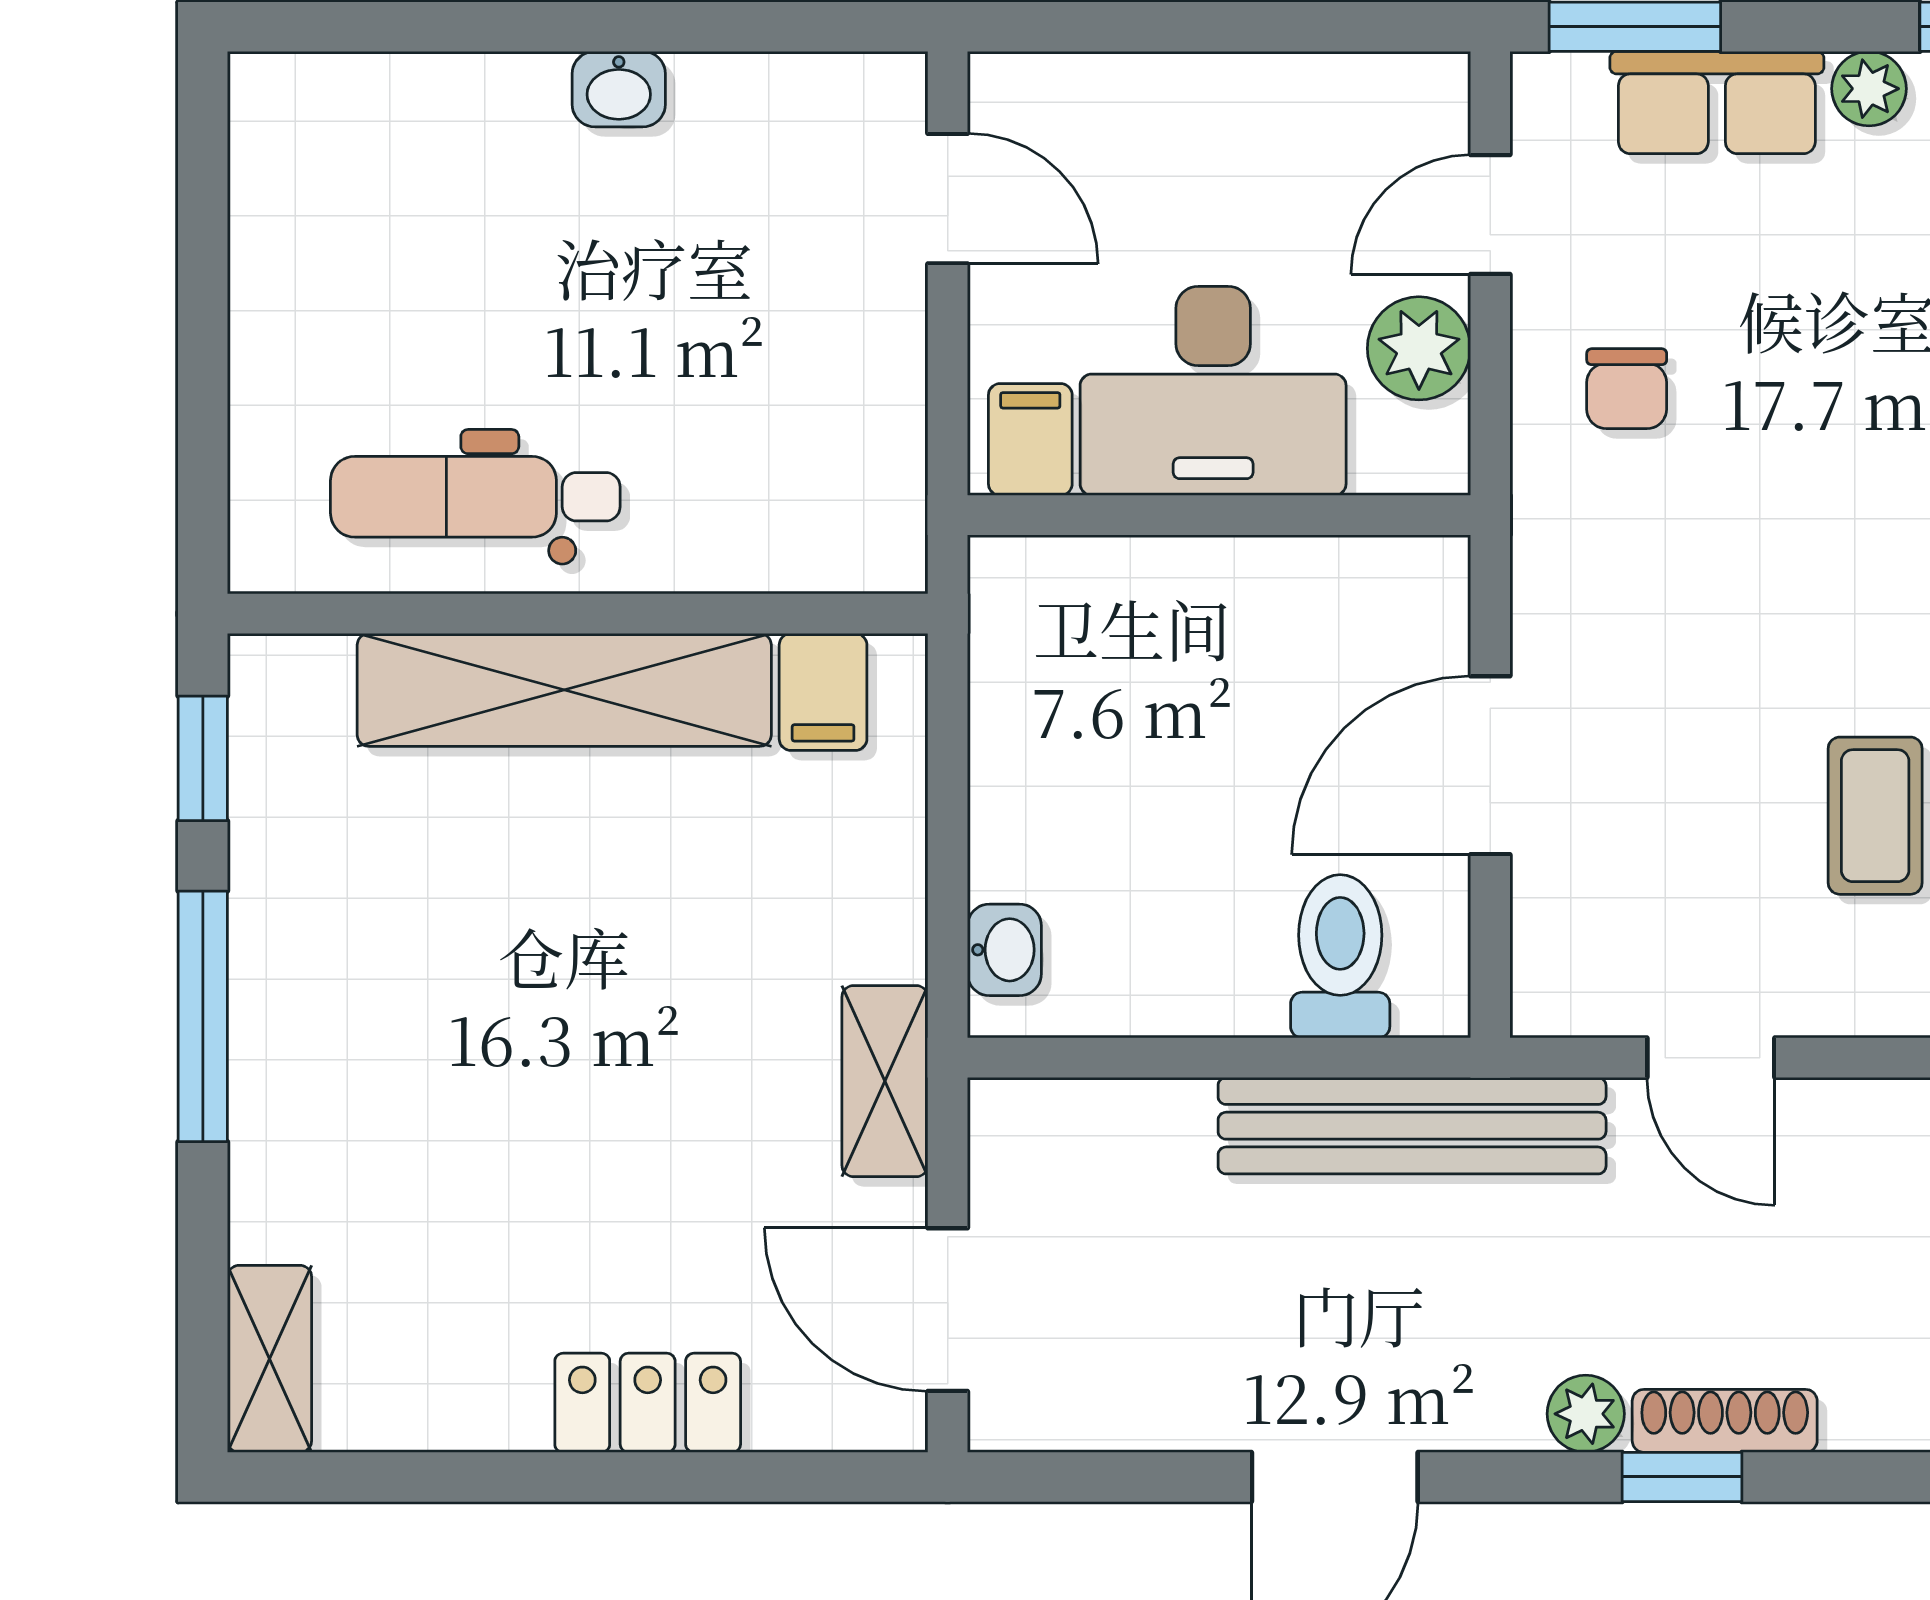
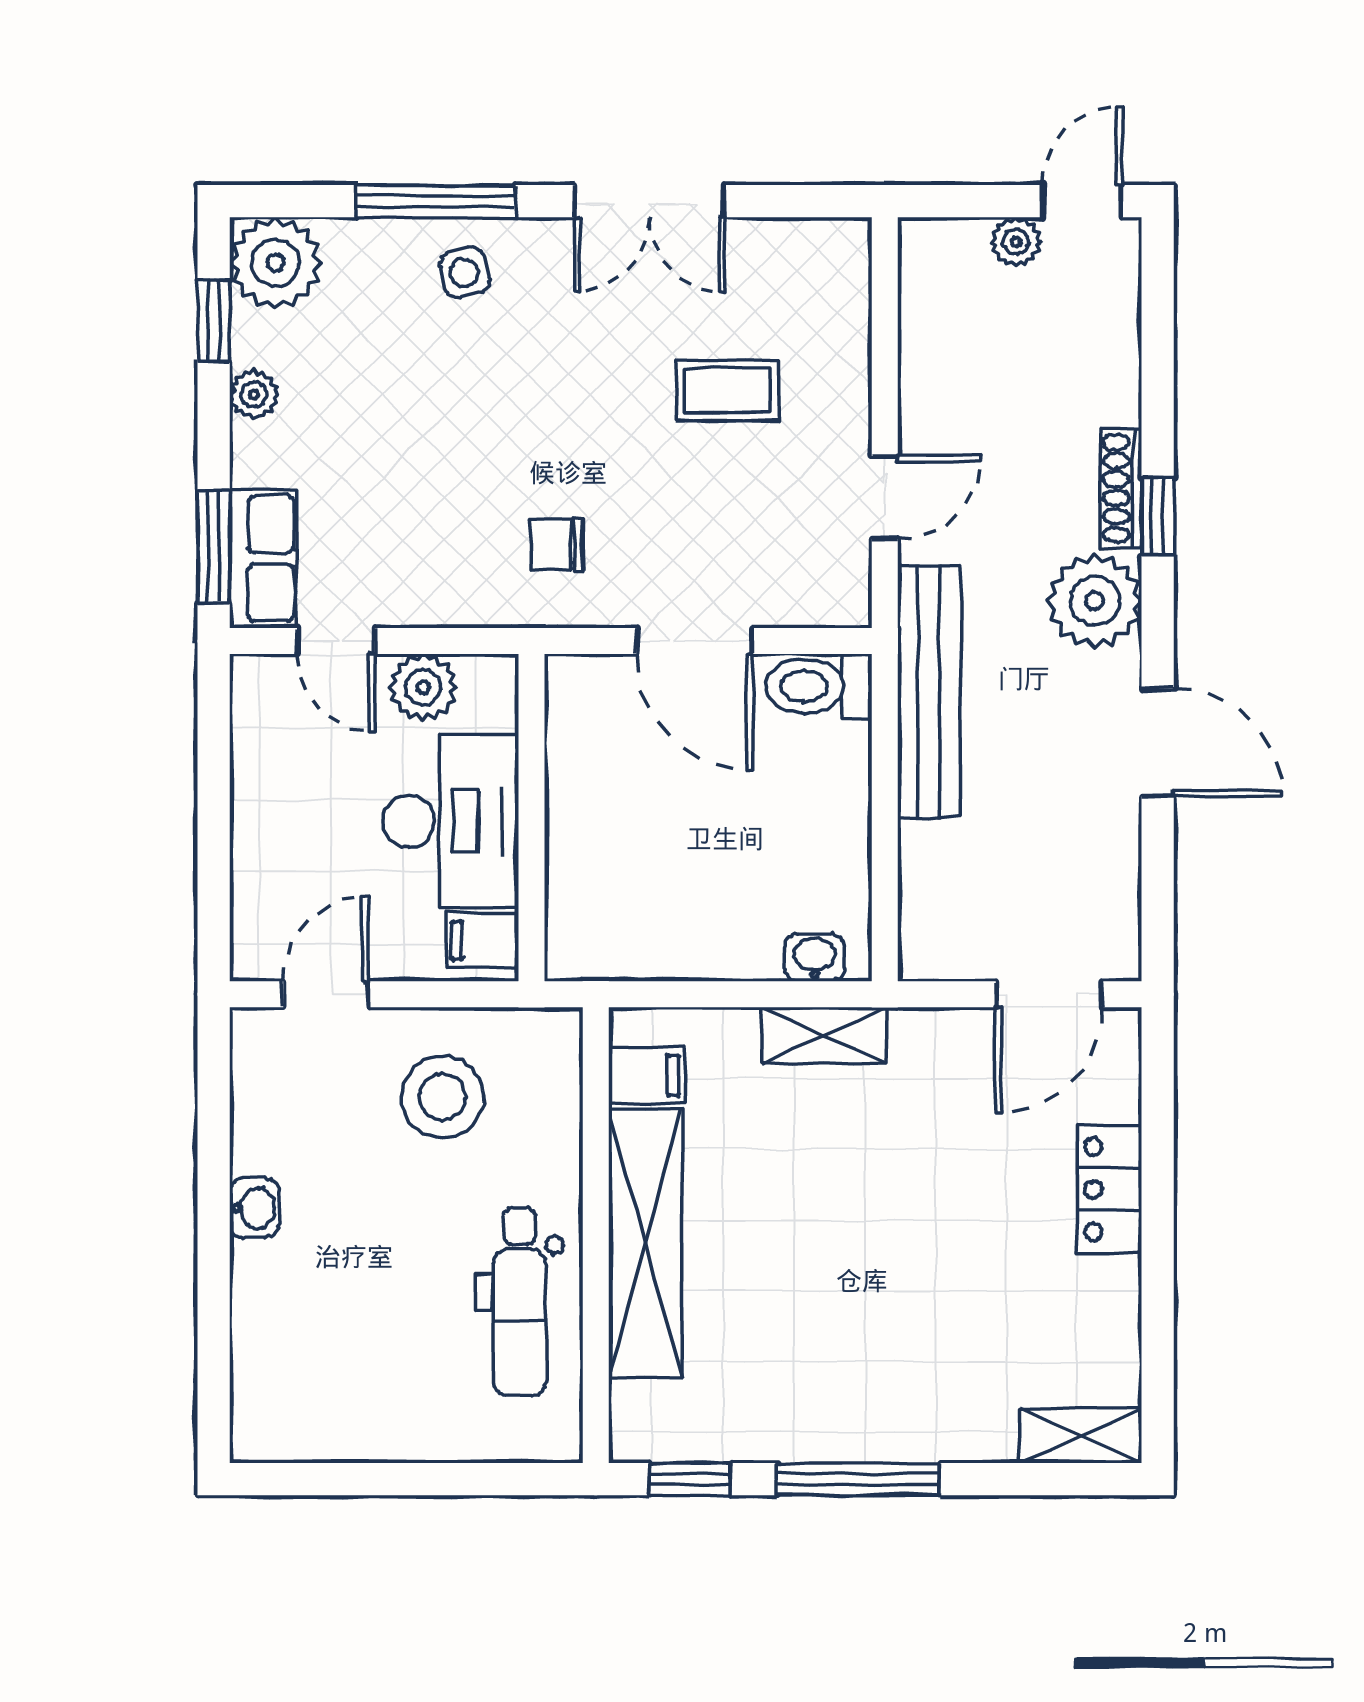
row of seats: (1717, 103) -> (263, 559), moved
stool: (790, 378) -> (443, 1097), added
chair: (1627, 389) -> (557, 545), moved, turned 180
toilet: (1340, 956) -> (819, 686), moved
shelving: (885, 1081) -> (824, 1035), moved
plant: (1586, 1414) -> (1095, 601), width x1.87, depth x1.87

